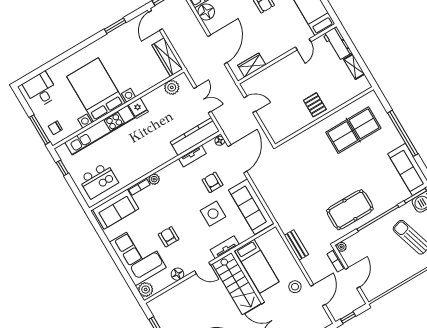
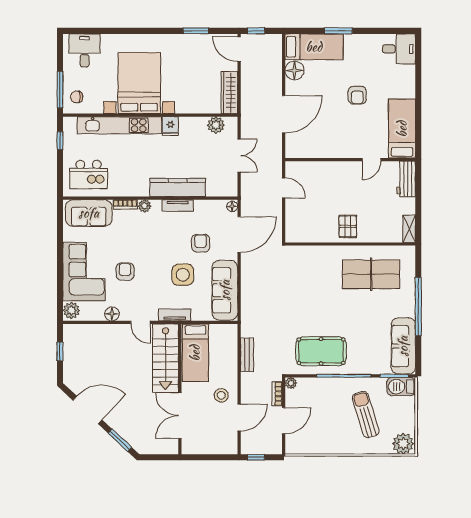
door: (156, 20) -> (239, 49), hinge flipped
wardrobe: (252, 65) -> (308, 150), removed
shelving: (354, 67) -> (409, 229), moved
kitchen counter: (195, 136) -> (178, 187), moved
tv unit: (192, 156) -> (178, 205), moved

